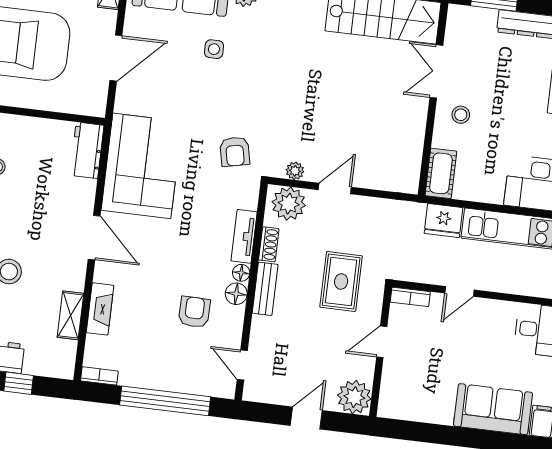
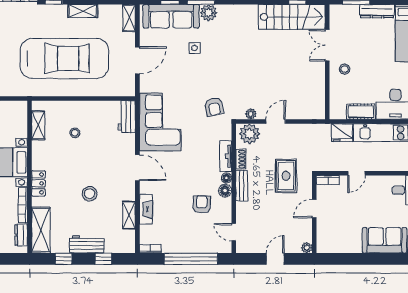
cot: (441, 173) -> (361, 112), moved, turned 90
plant: (354, 397) -> (307, 248), width x0.53, depth x0.53

